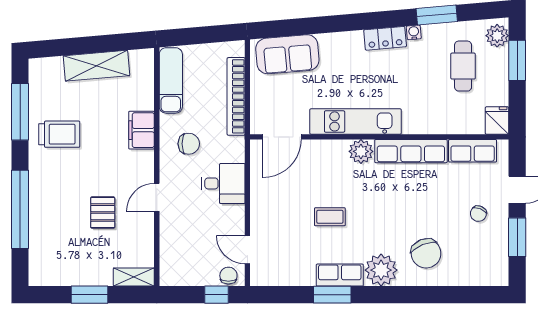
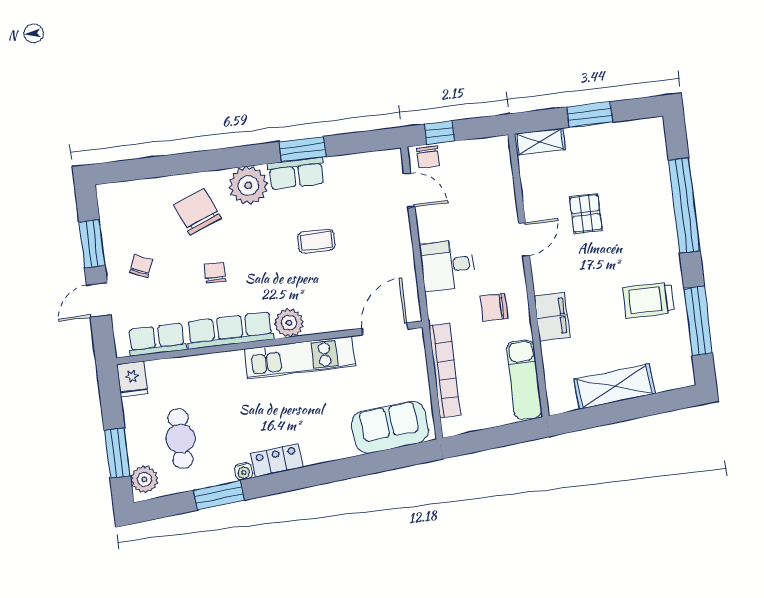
chair: (418, 201) -> (215, 273), added

